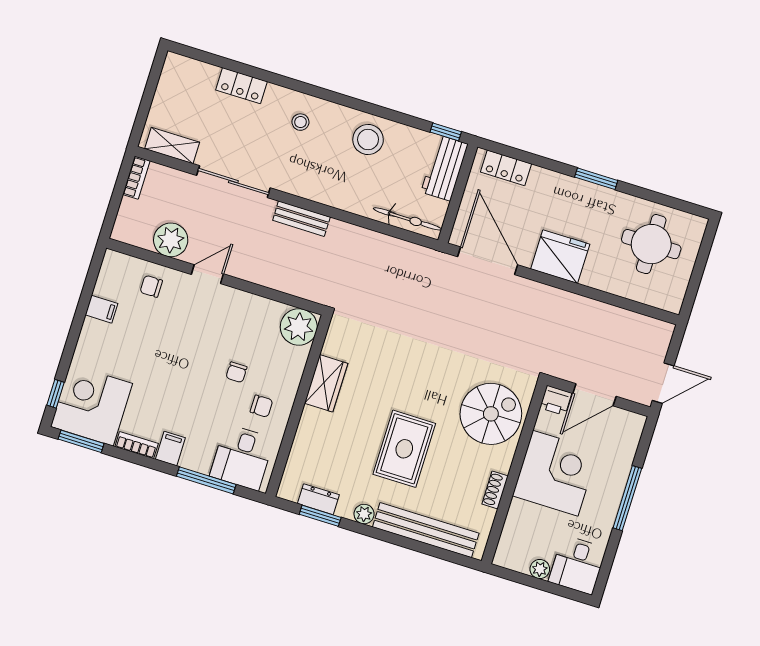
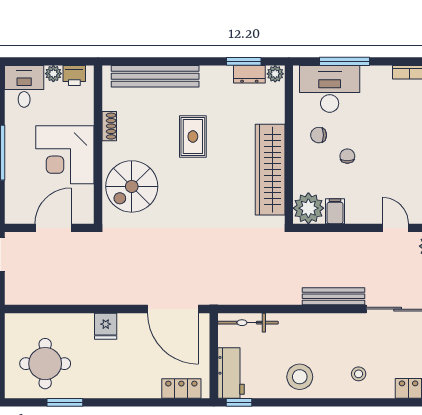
window: (596, 179) -> (65, 402), moved
bench: (301, 219) -> (334, 296), width x1.36
fridge: (560, 257) -> (106, 326), width x0.53, depth x0.75
door: (207, 274) -> (395, 228), swing flipped
wardrobe: (326, 383) -> (270, 170), width x2.10, depth x1.17
printer: (556, 400) -> (74, 76), moved, turned 180
filing cabinet: (170, 449) -> (335, 211), moved, turned 180
rug: (404, 449) -> (193, 136), width x0.73, depth x0.70
desk: (242, 457) -> (330, 89), width x1.37
plant: (364, 514) -> (275, 74), moved

